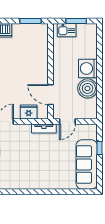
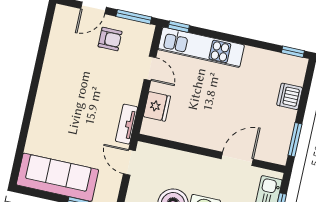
door: (50, 95) -> (237, 159), moved

